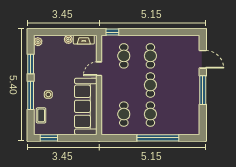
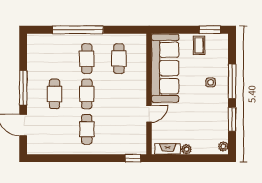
cafe table: (124, 56) -> (55, 94), moved
coffee table: (41, 115) -> (199, 45), moved

